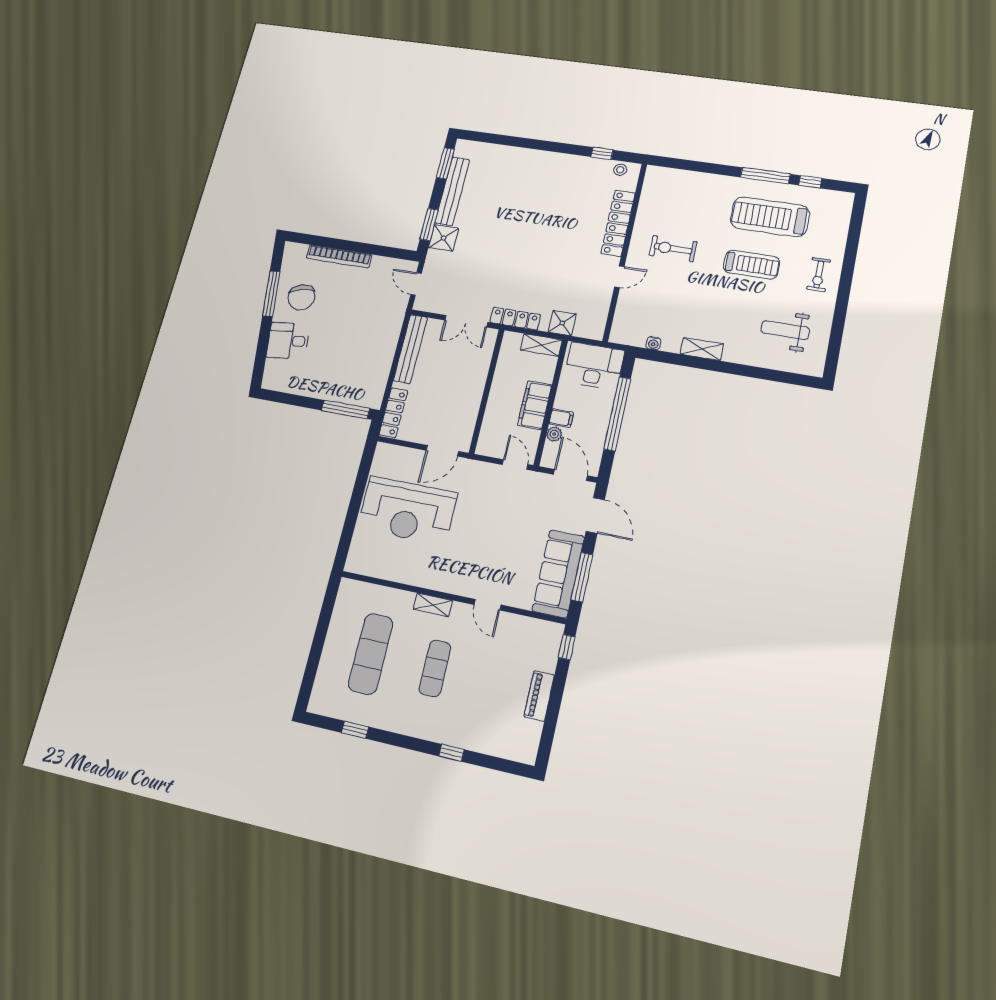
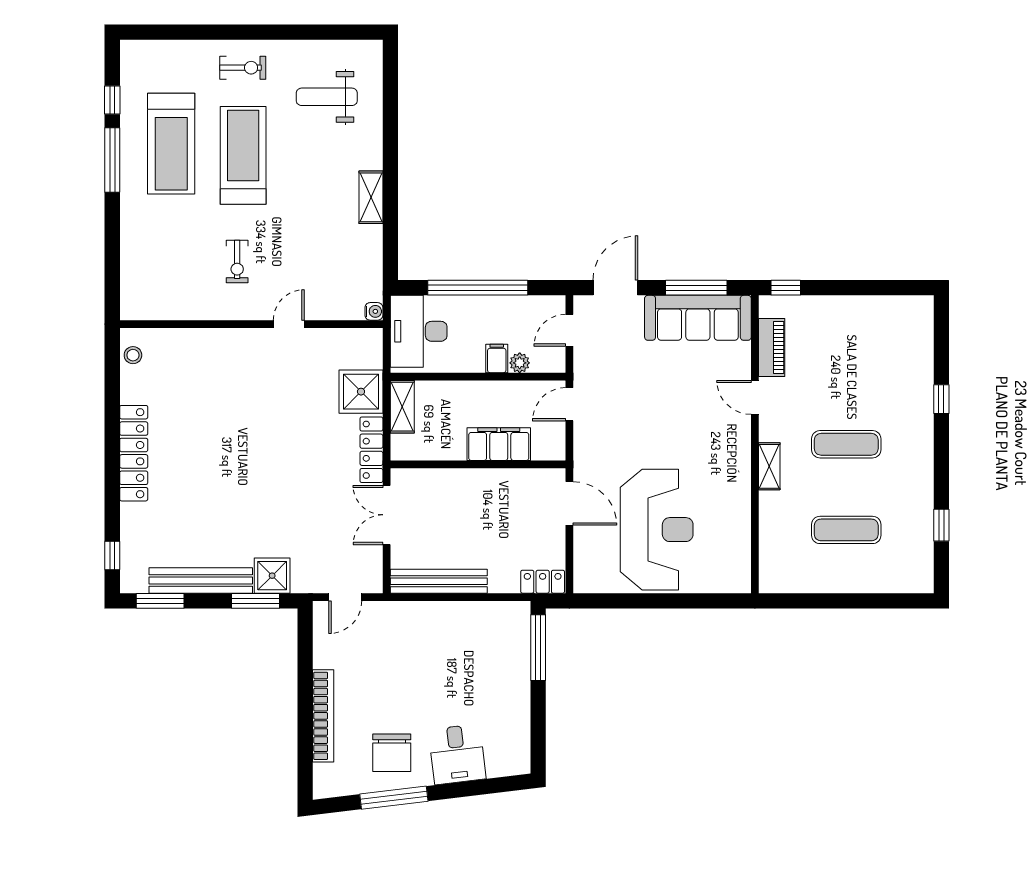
window: (602, 153) -> (112, 555), moved
locker: (618, 223) -> (134, 453), moved, turned -90
exercise bike: (673, 249) -> (237, 261), width x0.73, depth x0.72
treadmill: (752, 265) -> (243, 155), width x1.37, depth x1.38
door: (619, 277) -> (289, 324), hinge flipped
chair: (302, 297) -> (392, 753), turned 104
double door: (466, 321) -> (387, 515), swing flipped
shower: (562, 323) -> (361, 392), width x1.36, depth x1.36
weight bench: (785, 330) -> (327, 97), turned 90
water cooler: (653, 343) -> (374, 311), moved
filing cabinet: (535, 405) -> (499, 444), moved, turned 180
locker: (393, 413) -> (543, 582), width x0.66
door: (570, 475) -> (569, 330), width x0.73
door: (488, 605) -> (755, 397), swing flipped
exercise mat: (371, 654) -> (846, 530), width x0.73, depth x0.69
piano: (539, 696) -> (772, 347), moved, turned -90

